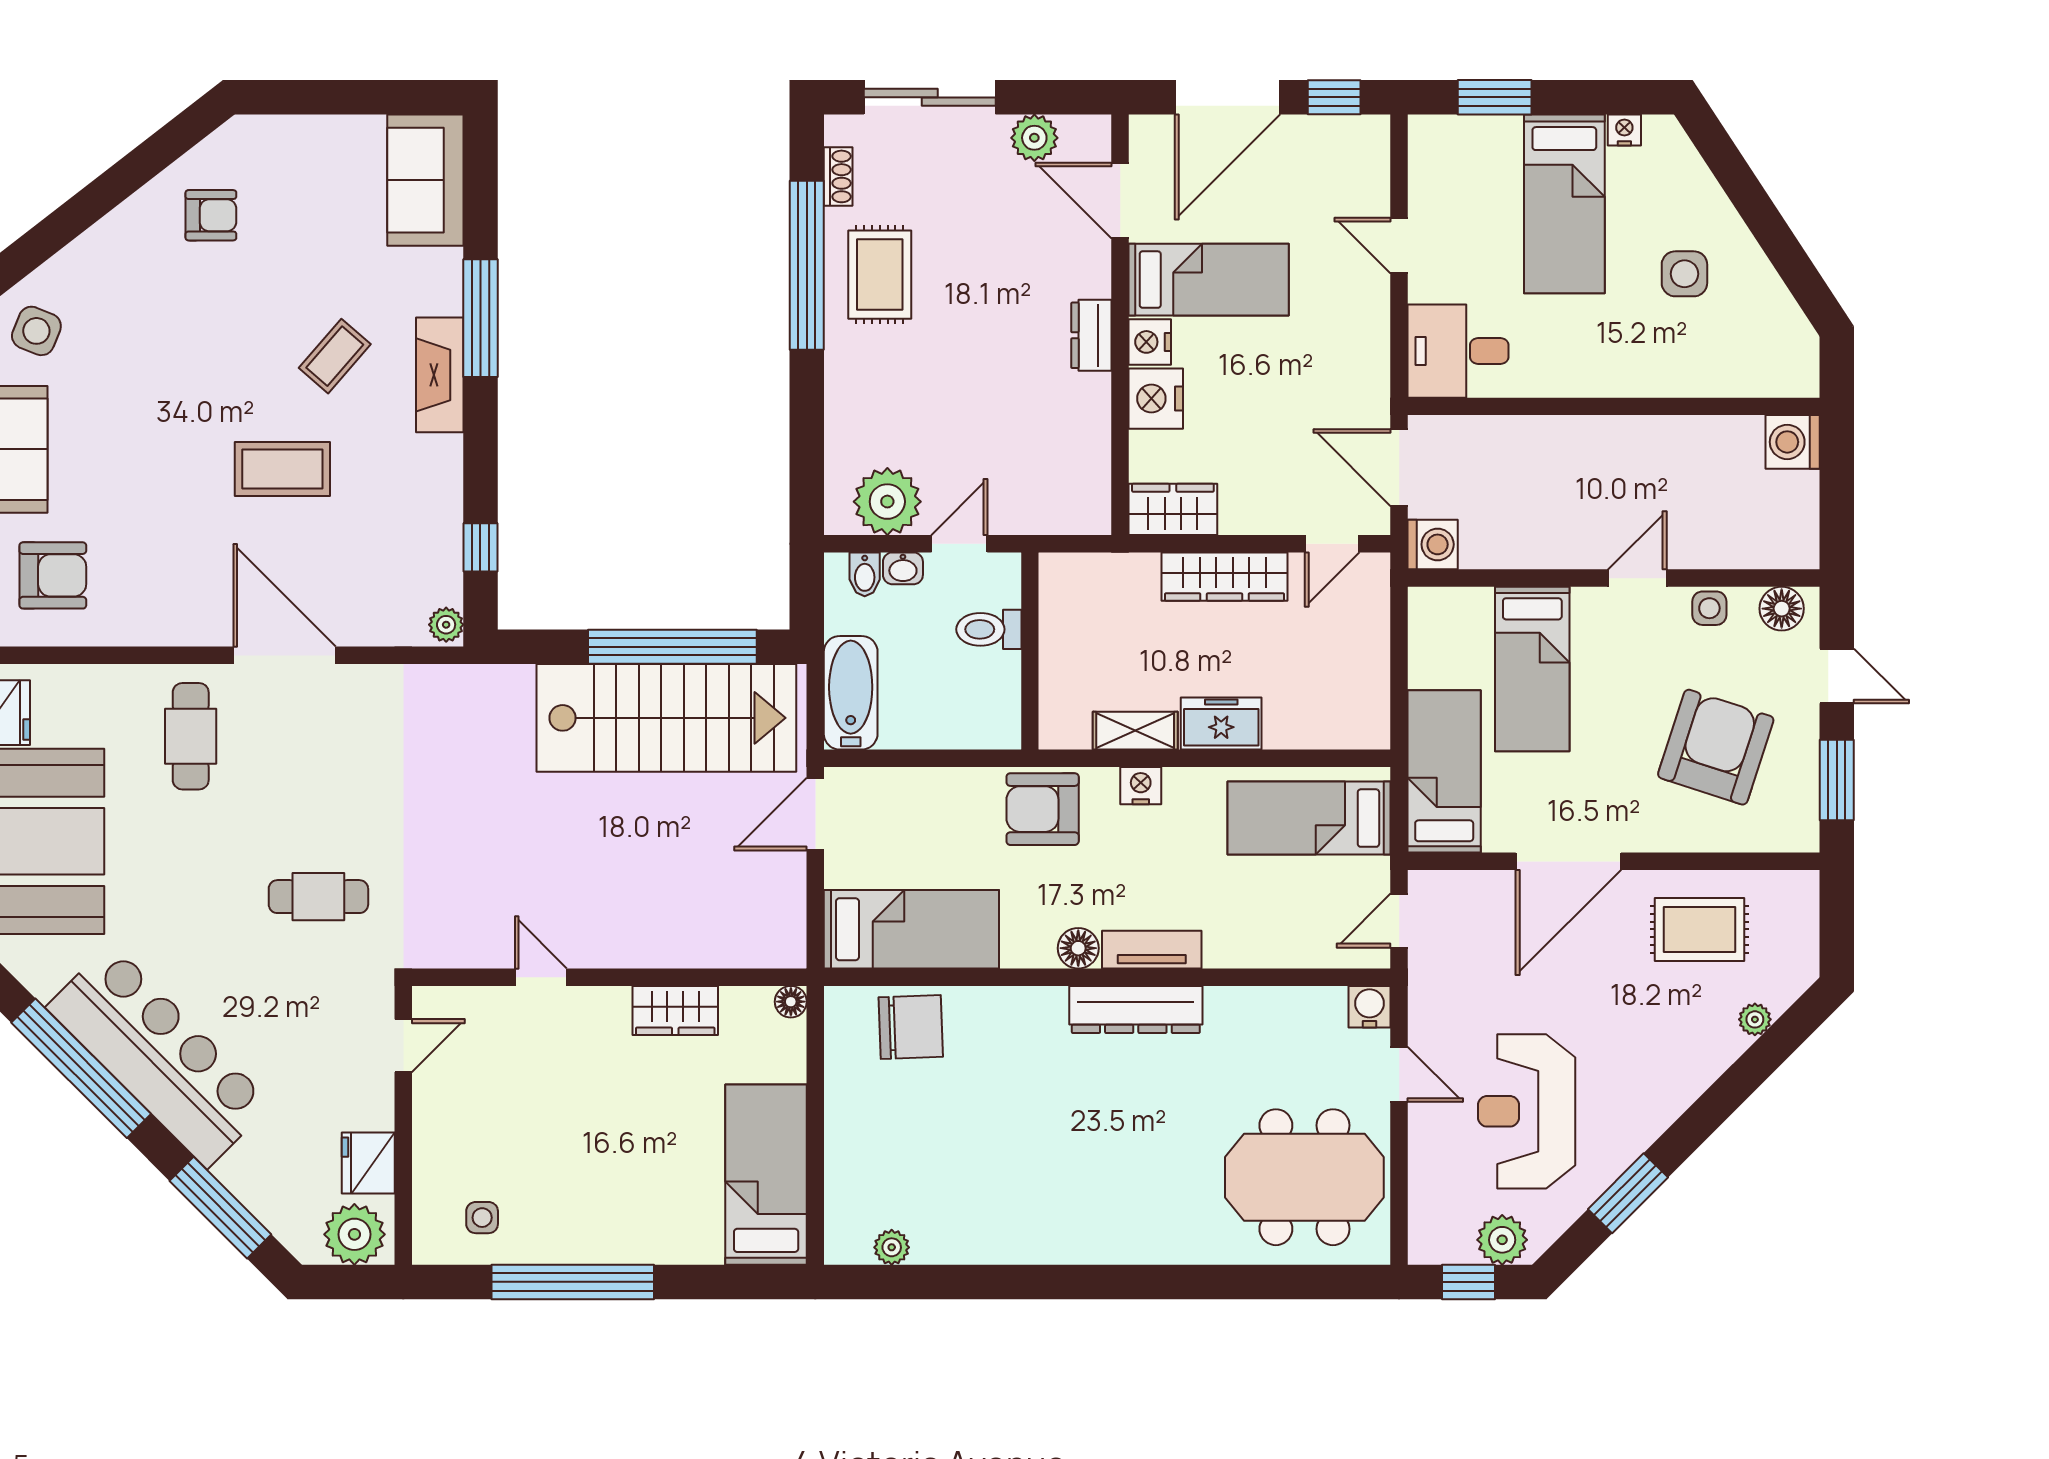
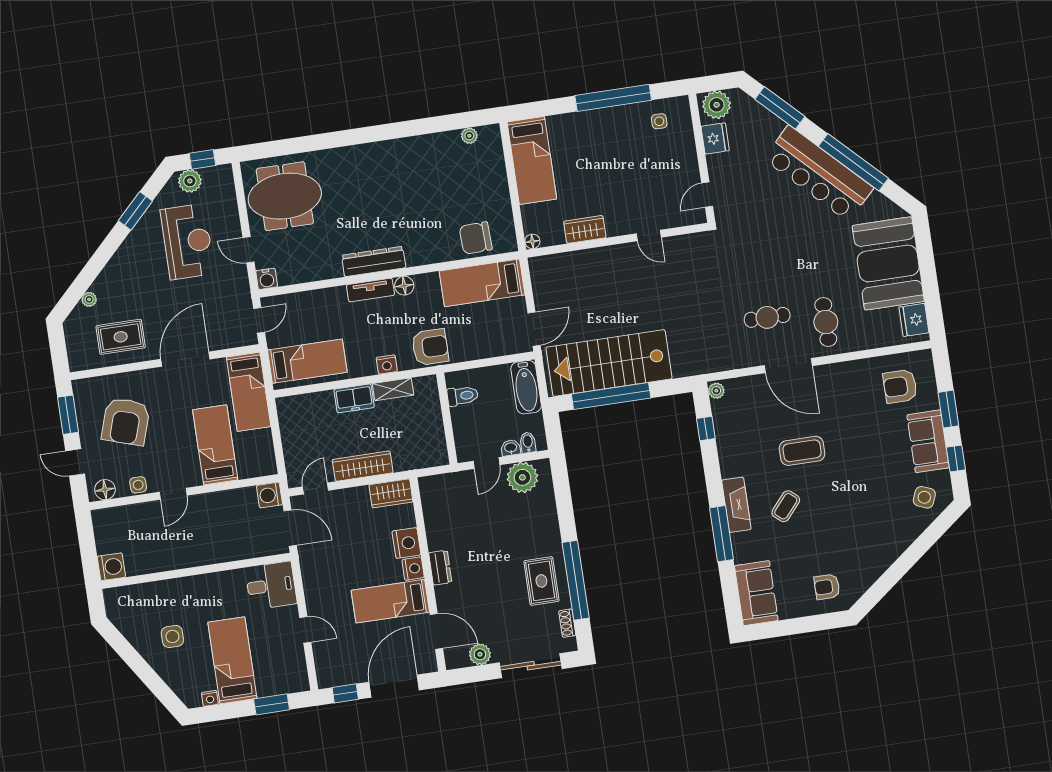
armchair: (211, 215) -> (827, 587), moved
toilet: (989, 629) -> (463, 396), moved
cafe table: (318, 897) -> (767, 317), moved

